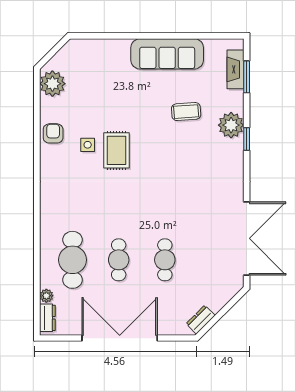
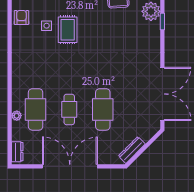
cafe table: (165, 260) -> (103, 109), width x1.37, depth x1.35
plant: (46, 296) -> (17, 116), moved
dresser: (201, 320) -> (132, 150), width x1.44

